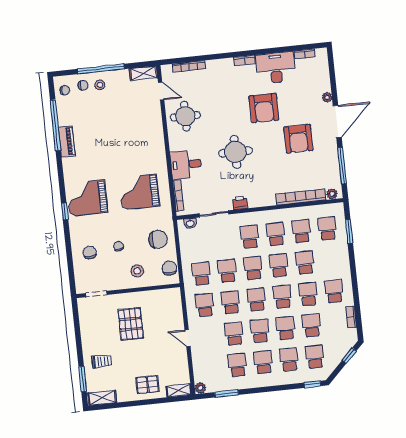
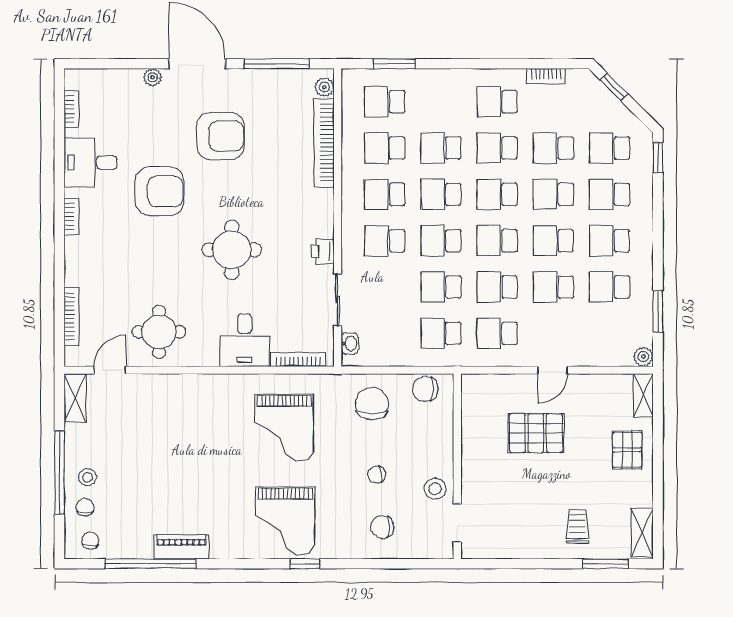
desk: (276, 68) -> (90, 163), width x0.73
stool: (137, 271) -> (435, 489), moved
pallet: (131, 324) -> (536, 433), moved

